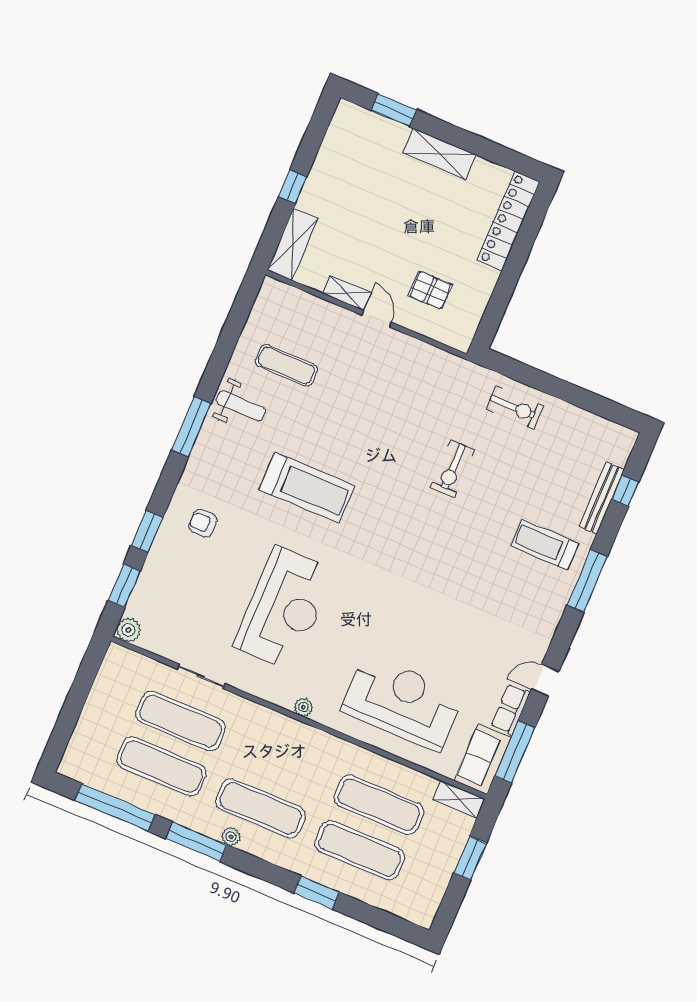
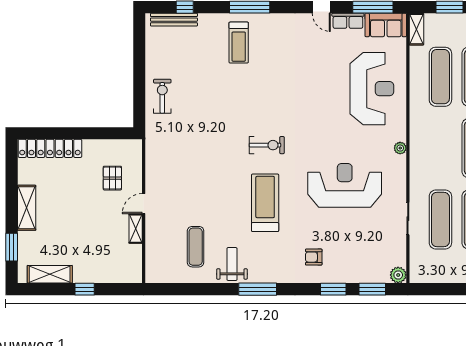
shelving: (293, 244) -> (50, 274), moved
exercise bike: (453, 469) -> (267, 145), moved
bench: (602, 498) -> (174, 20), moved
armchair: (203, 523) -> (314, 257), turned 90
reception desk: (402, 703) -> (372, 89), turned 180

